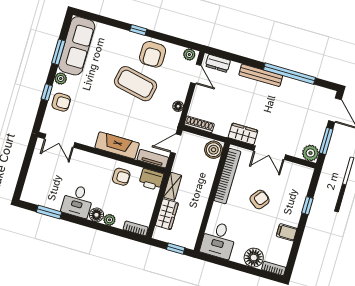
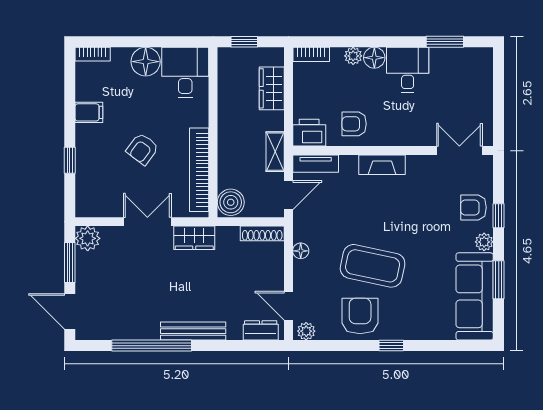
fireplace: (117, 145) -> (382, 165), width x0.73, depth x0.76
shelving: (173, 186) -> (275, 152), moved
floor lamp: (254, 258) -> (146, 62), moved

